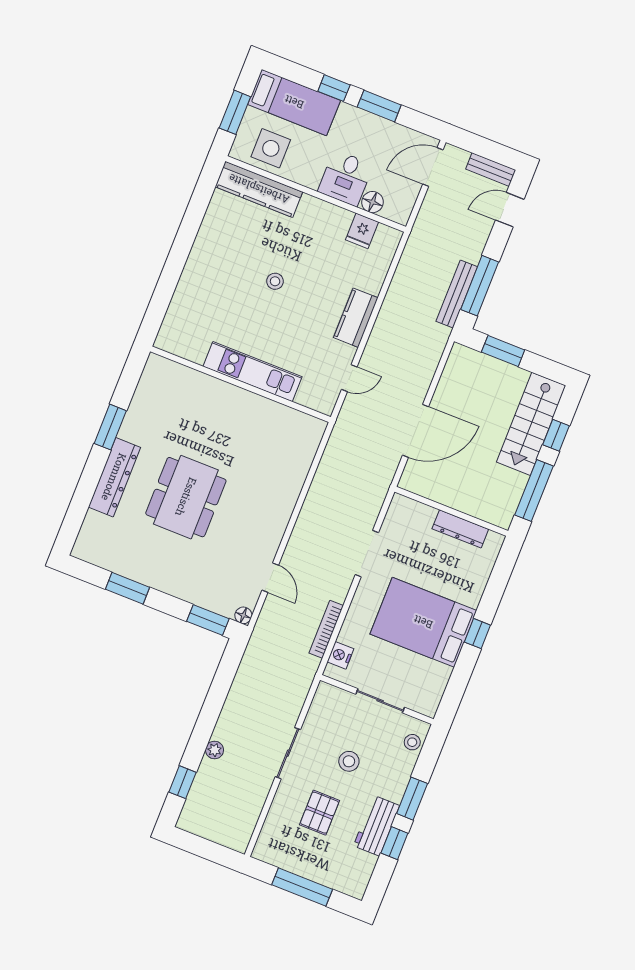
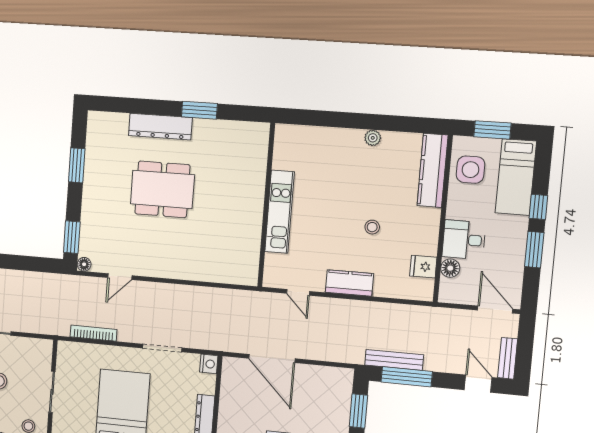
plant: (203, 244) -> (373, 138), added
stool: (275, 281) -> (372, 227), moved
nightstand: (340, 655) -> (209, 364), moved, turned 90

